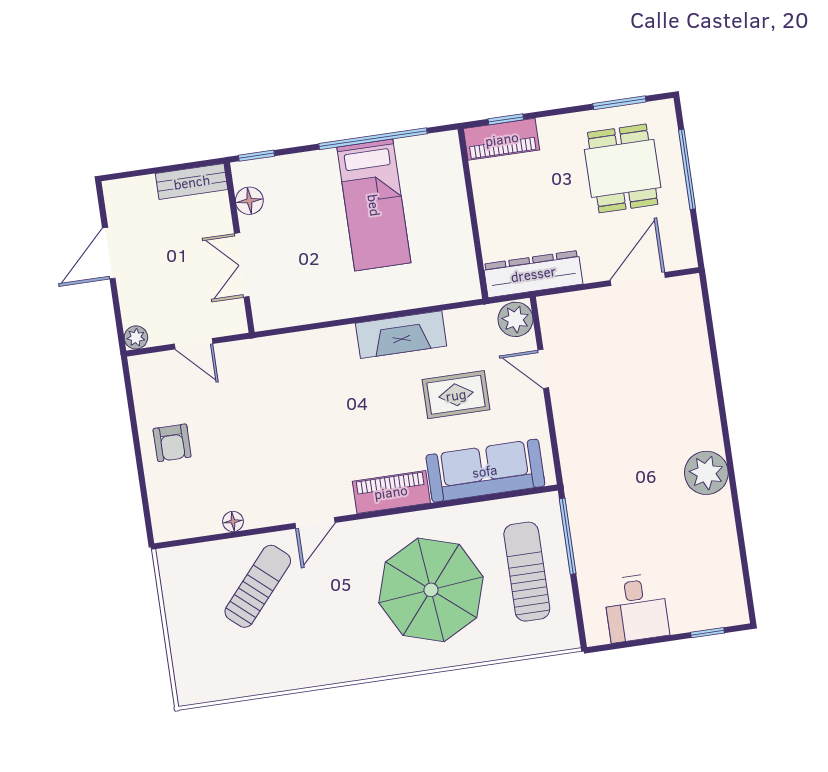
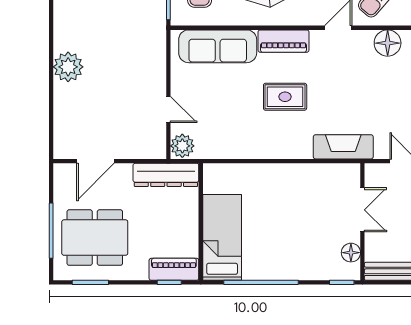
dining table: (623, 168) -> (95, 238), width x1.38
bed: (374, 205) -> (222, 237), moved
fireplace: (401, 335) -> (343, 147), moved
rug: (456, 395) -> (285, 97), moved
plant: (706, 473) -> (68, 67), moved
floor lamp: (233, 521) -> (388, 43), width x1.89, depth x1.89

